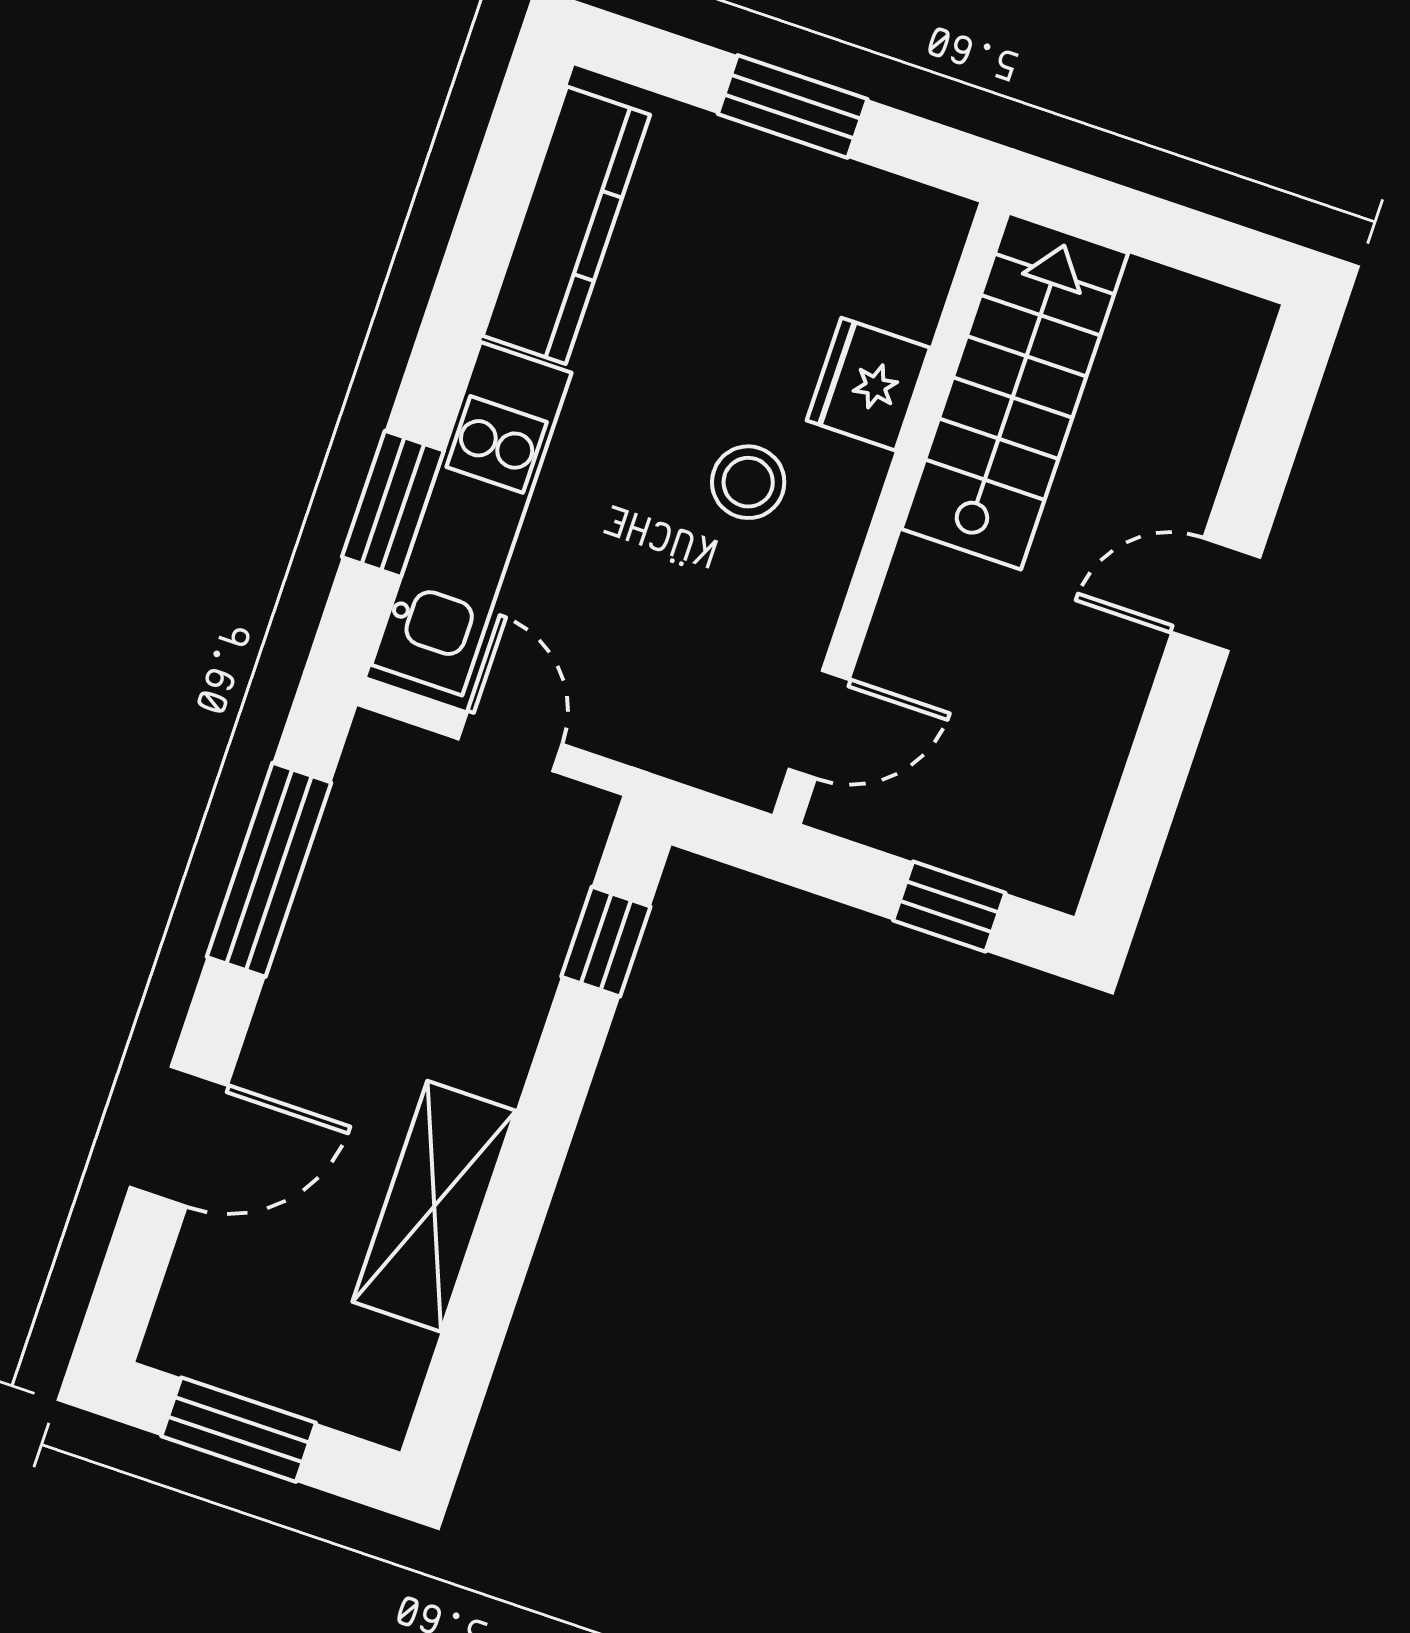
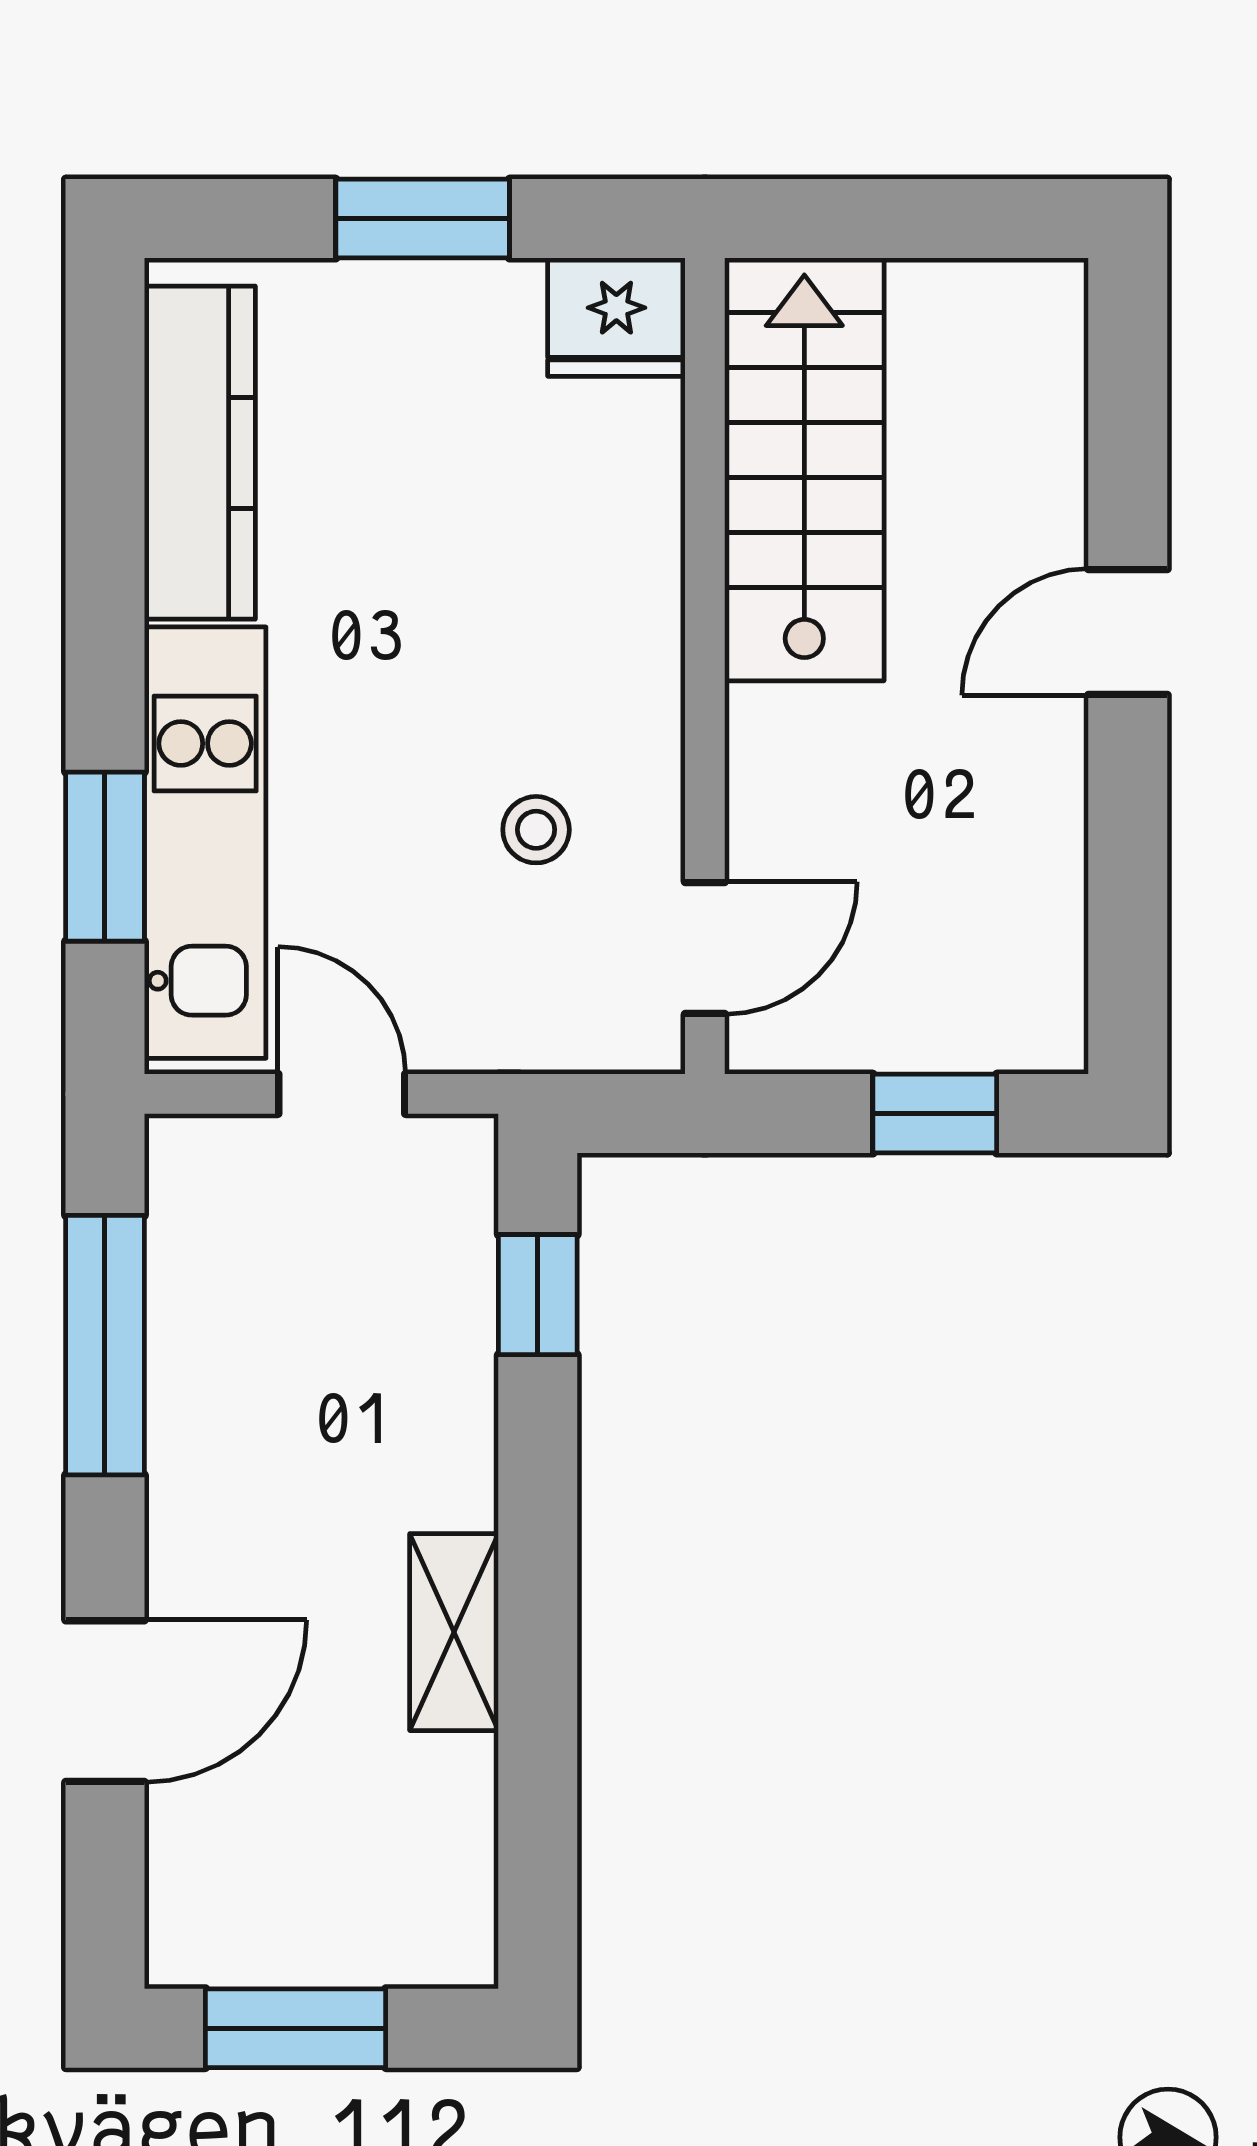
fridge: (868, 384) -> (616, 317), moved, turned -90
stool: (748, 482) -> (536, 830), moved, width x0.73, depth x0.73
shelving: (434, 1206) -> (454, 1632), width x0.67, depth x0.75

